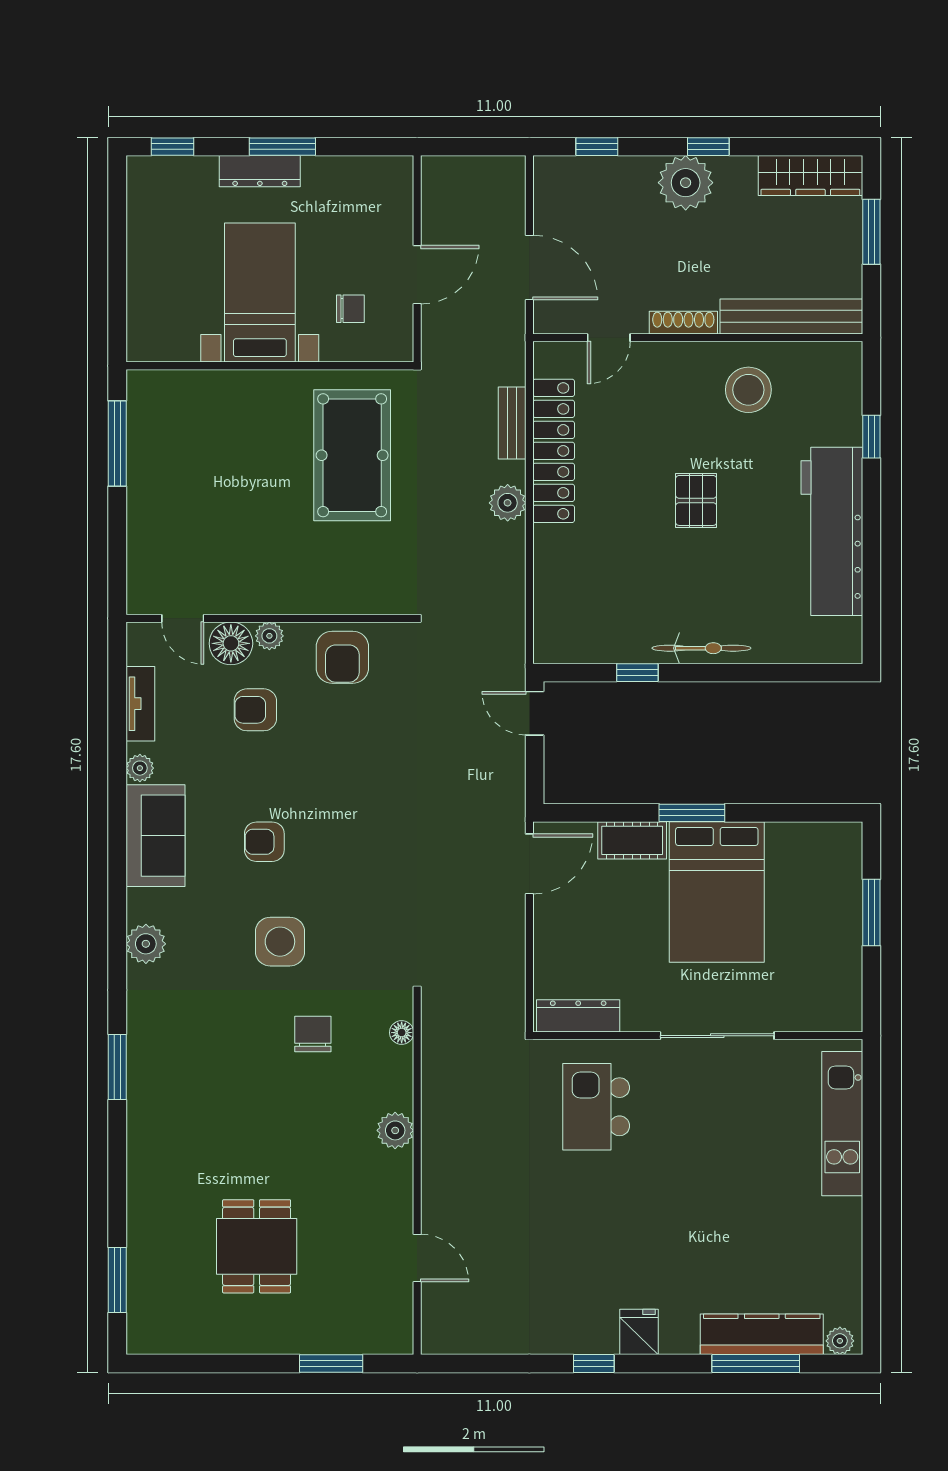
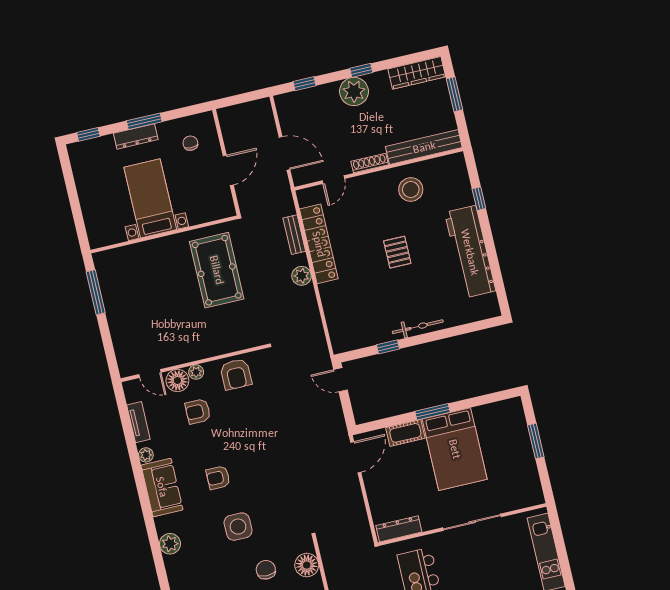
chair: (350, 309) -> (190, 143), moved, turned -90
floor lamp: (402, 1033) -> (307, 565), width x1.89, depth x1.89

